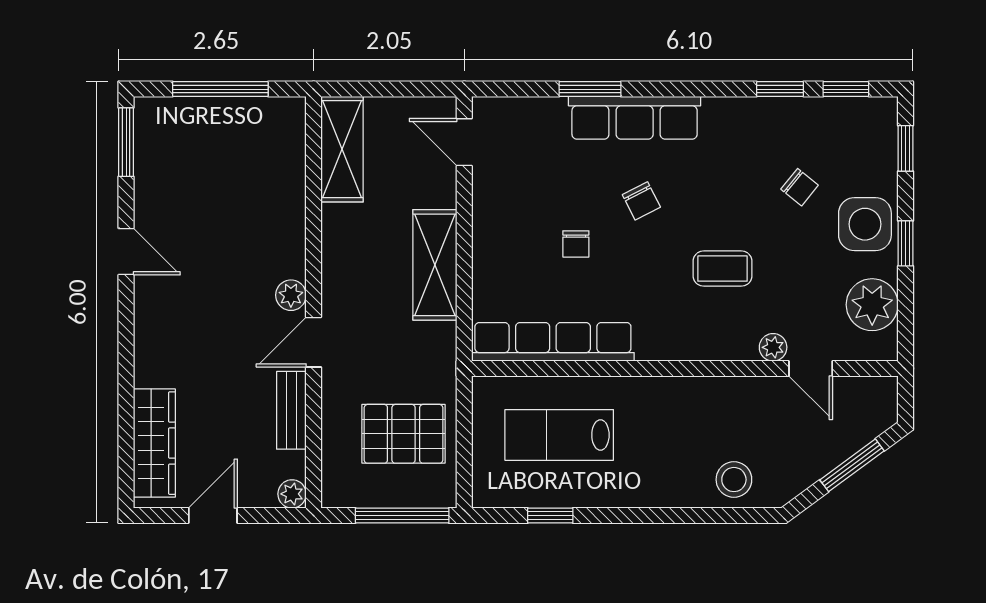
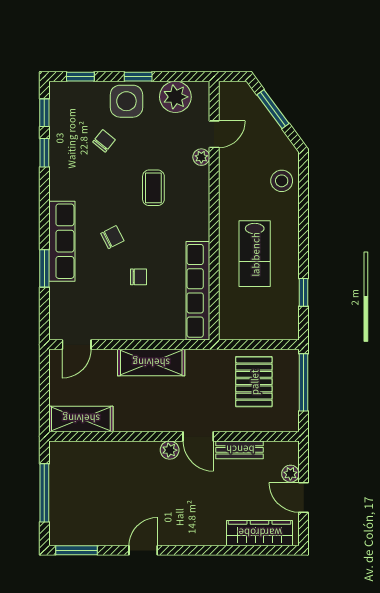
lab bench: (559, 435) -> (255, 254), moved
plant: (292, 494) -> (290, 474), moved

